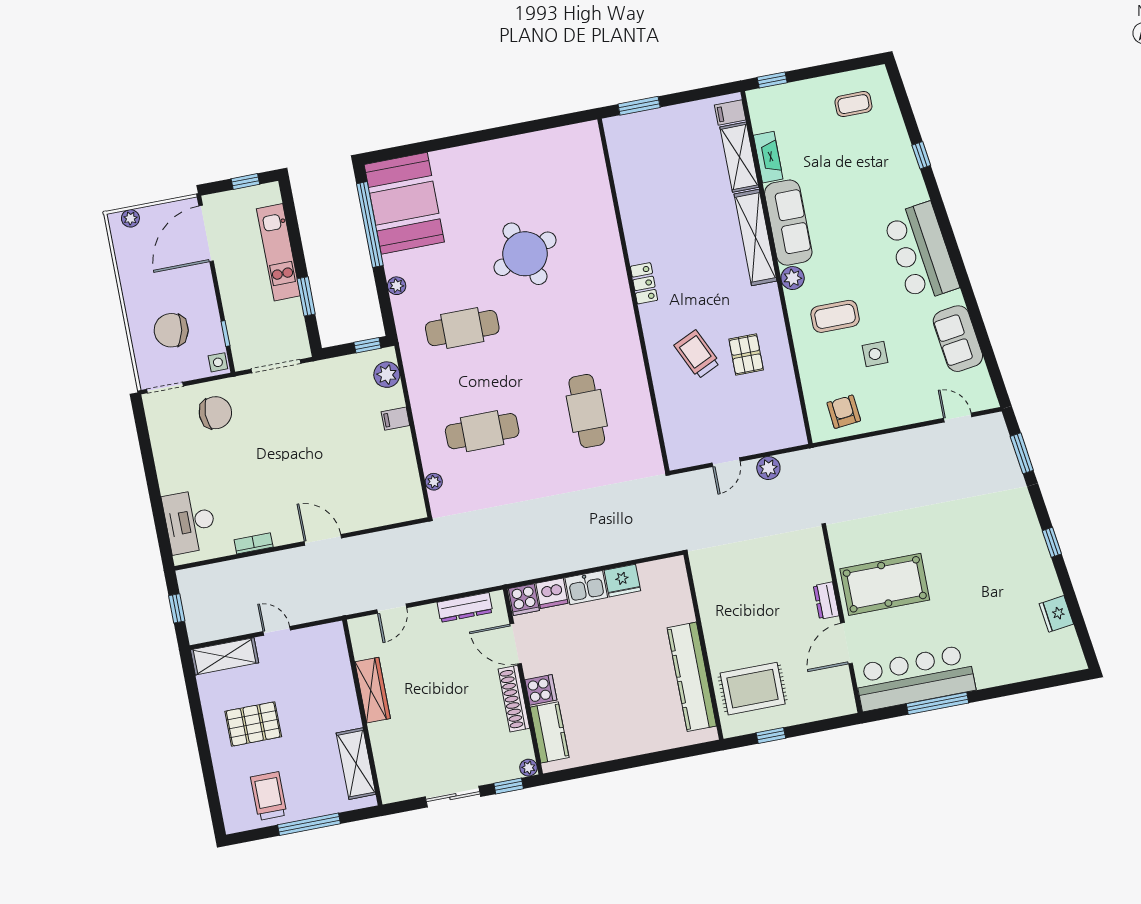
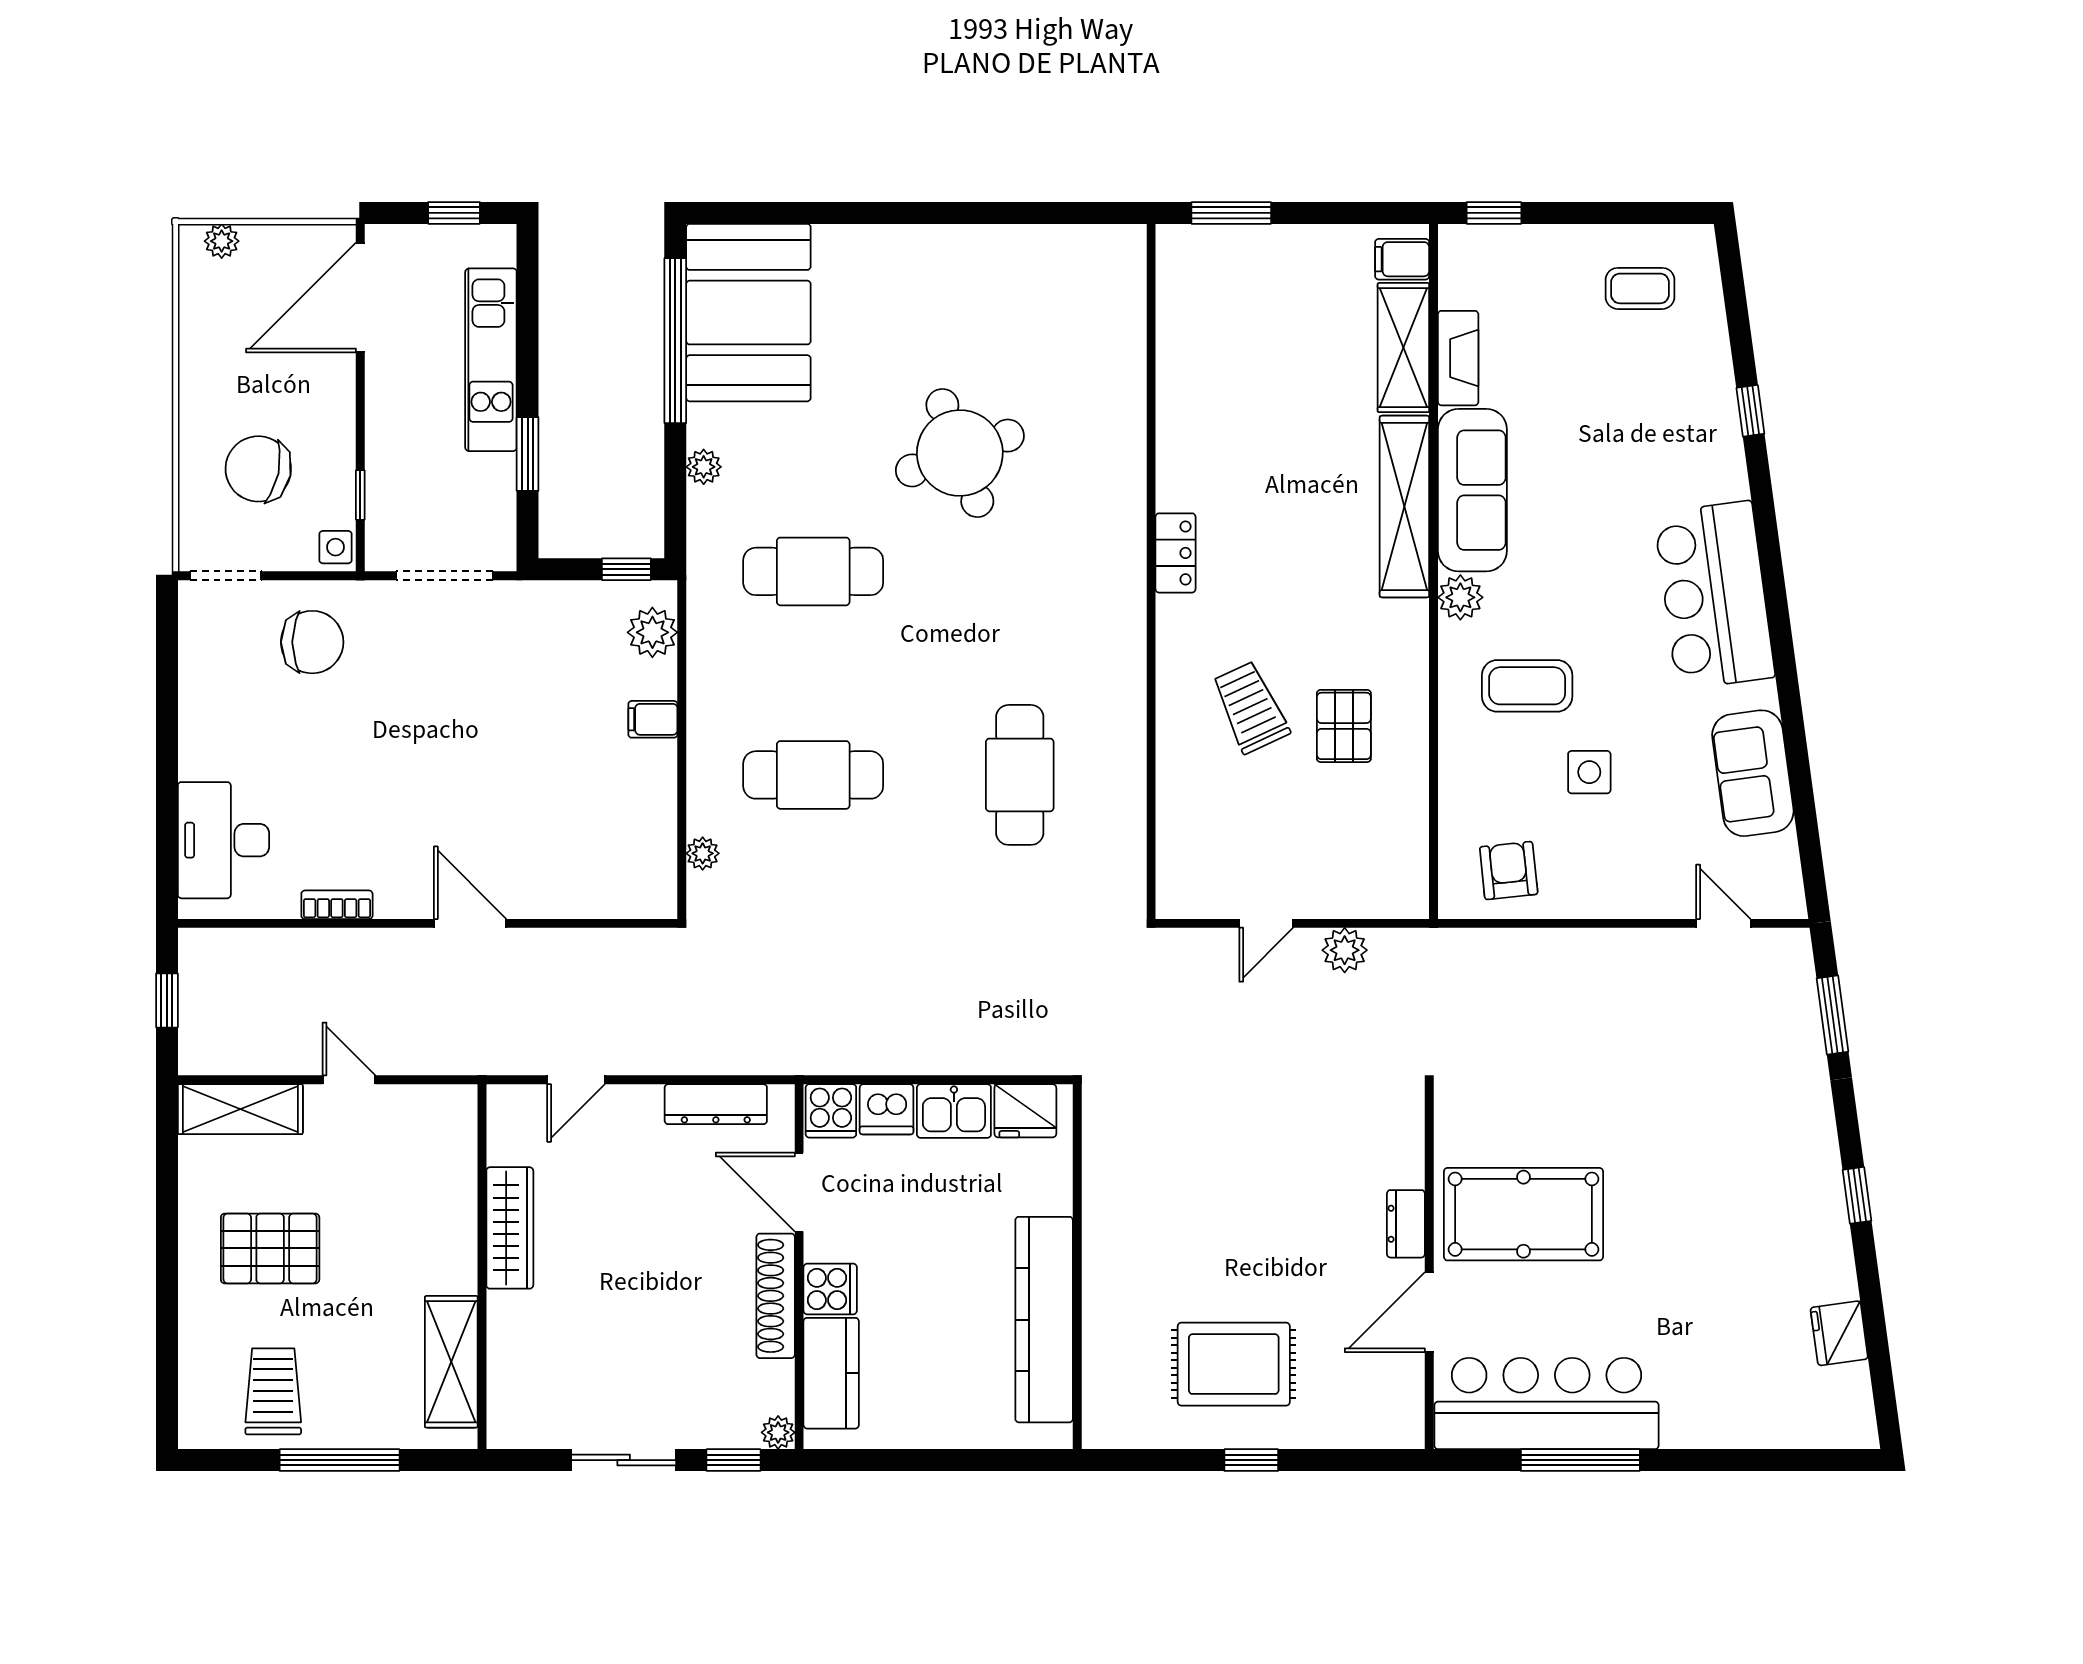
wall: (703, 647) -> (1077, 1267), moved
kitchen counter: (692, 677) -> (1044, 1320), moved

